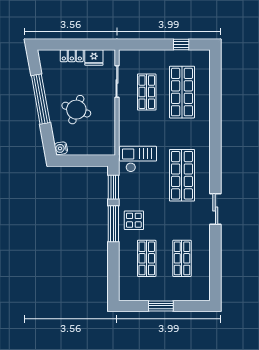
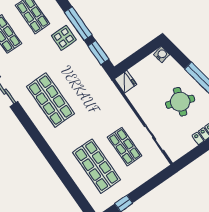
fridge: (94, 57) -> (126, 82), moved, turned 90
round table: (76, 110) -> (180, 102), moved
checkout: (138, 159) -> (94, 89), removed

